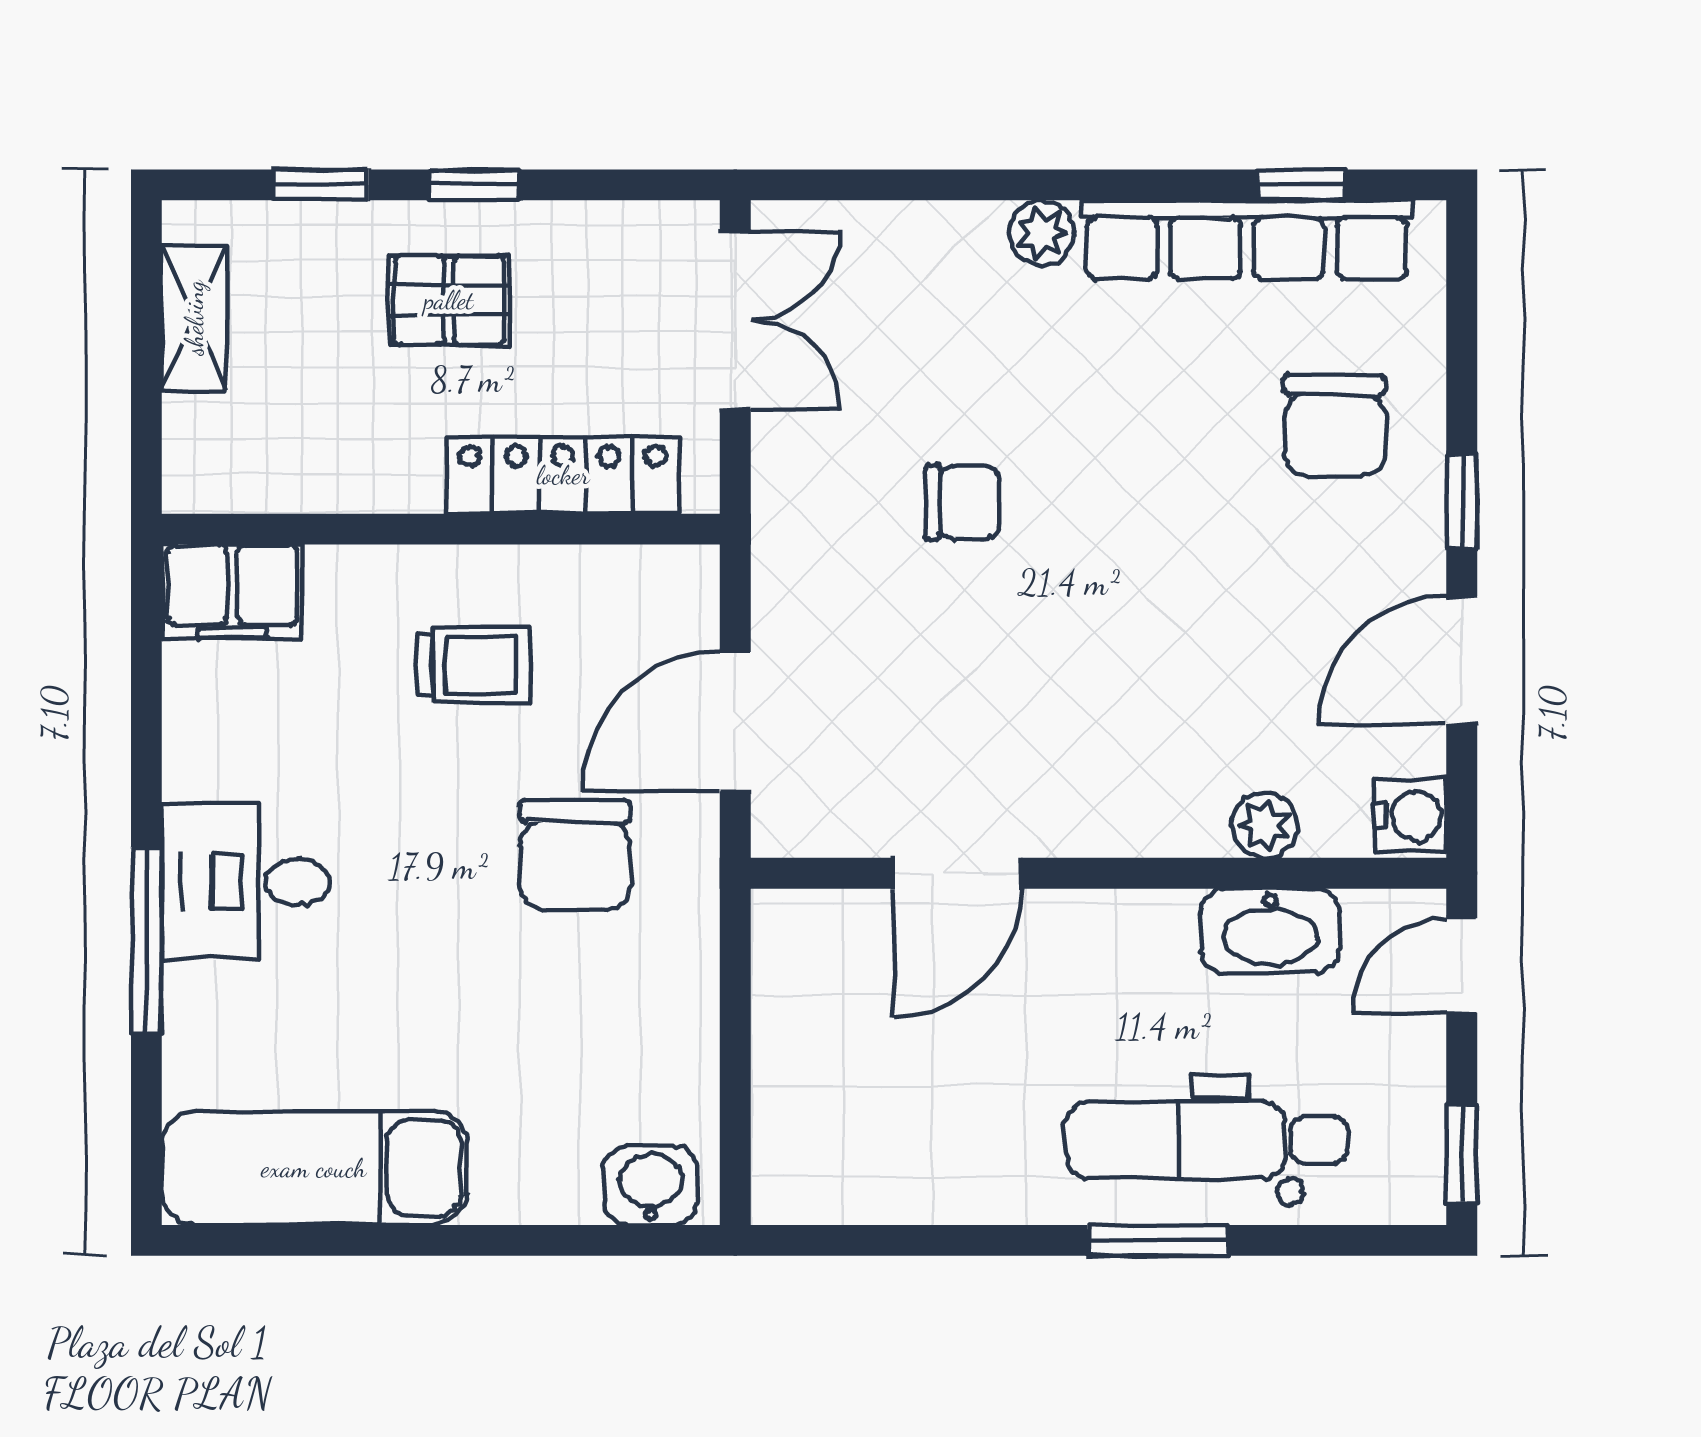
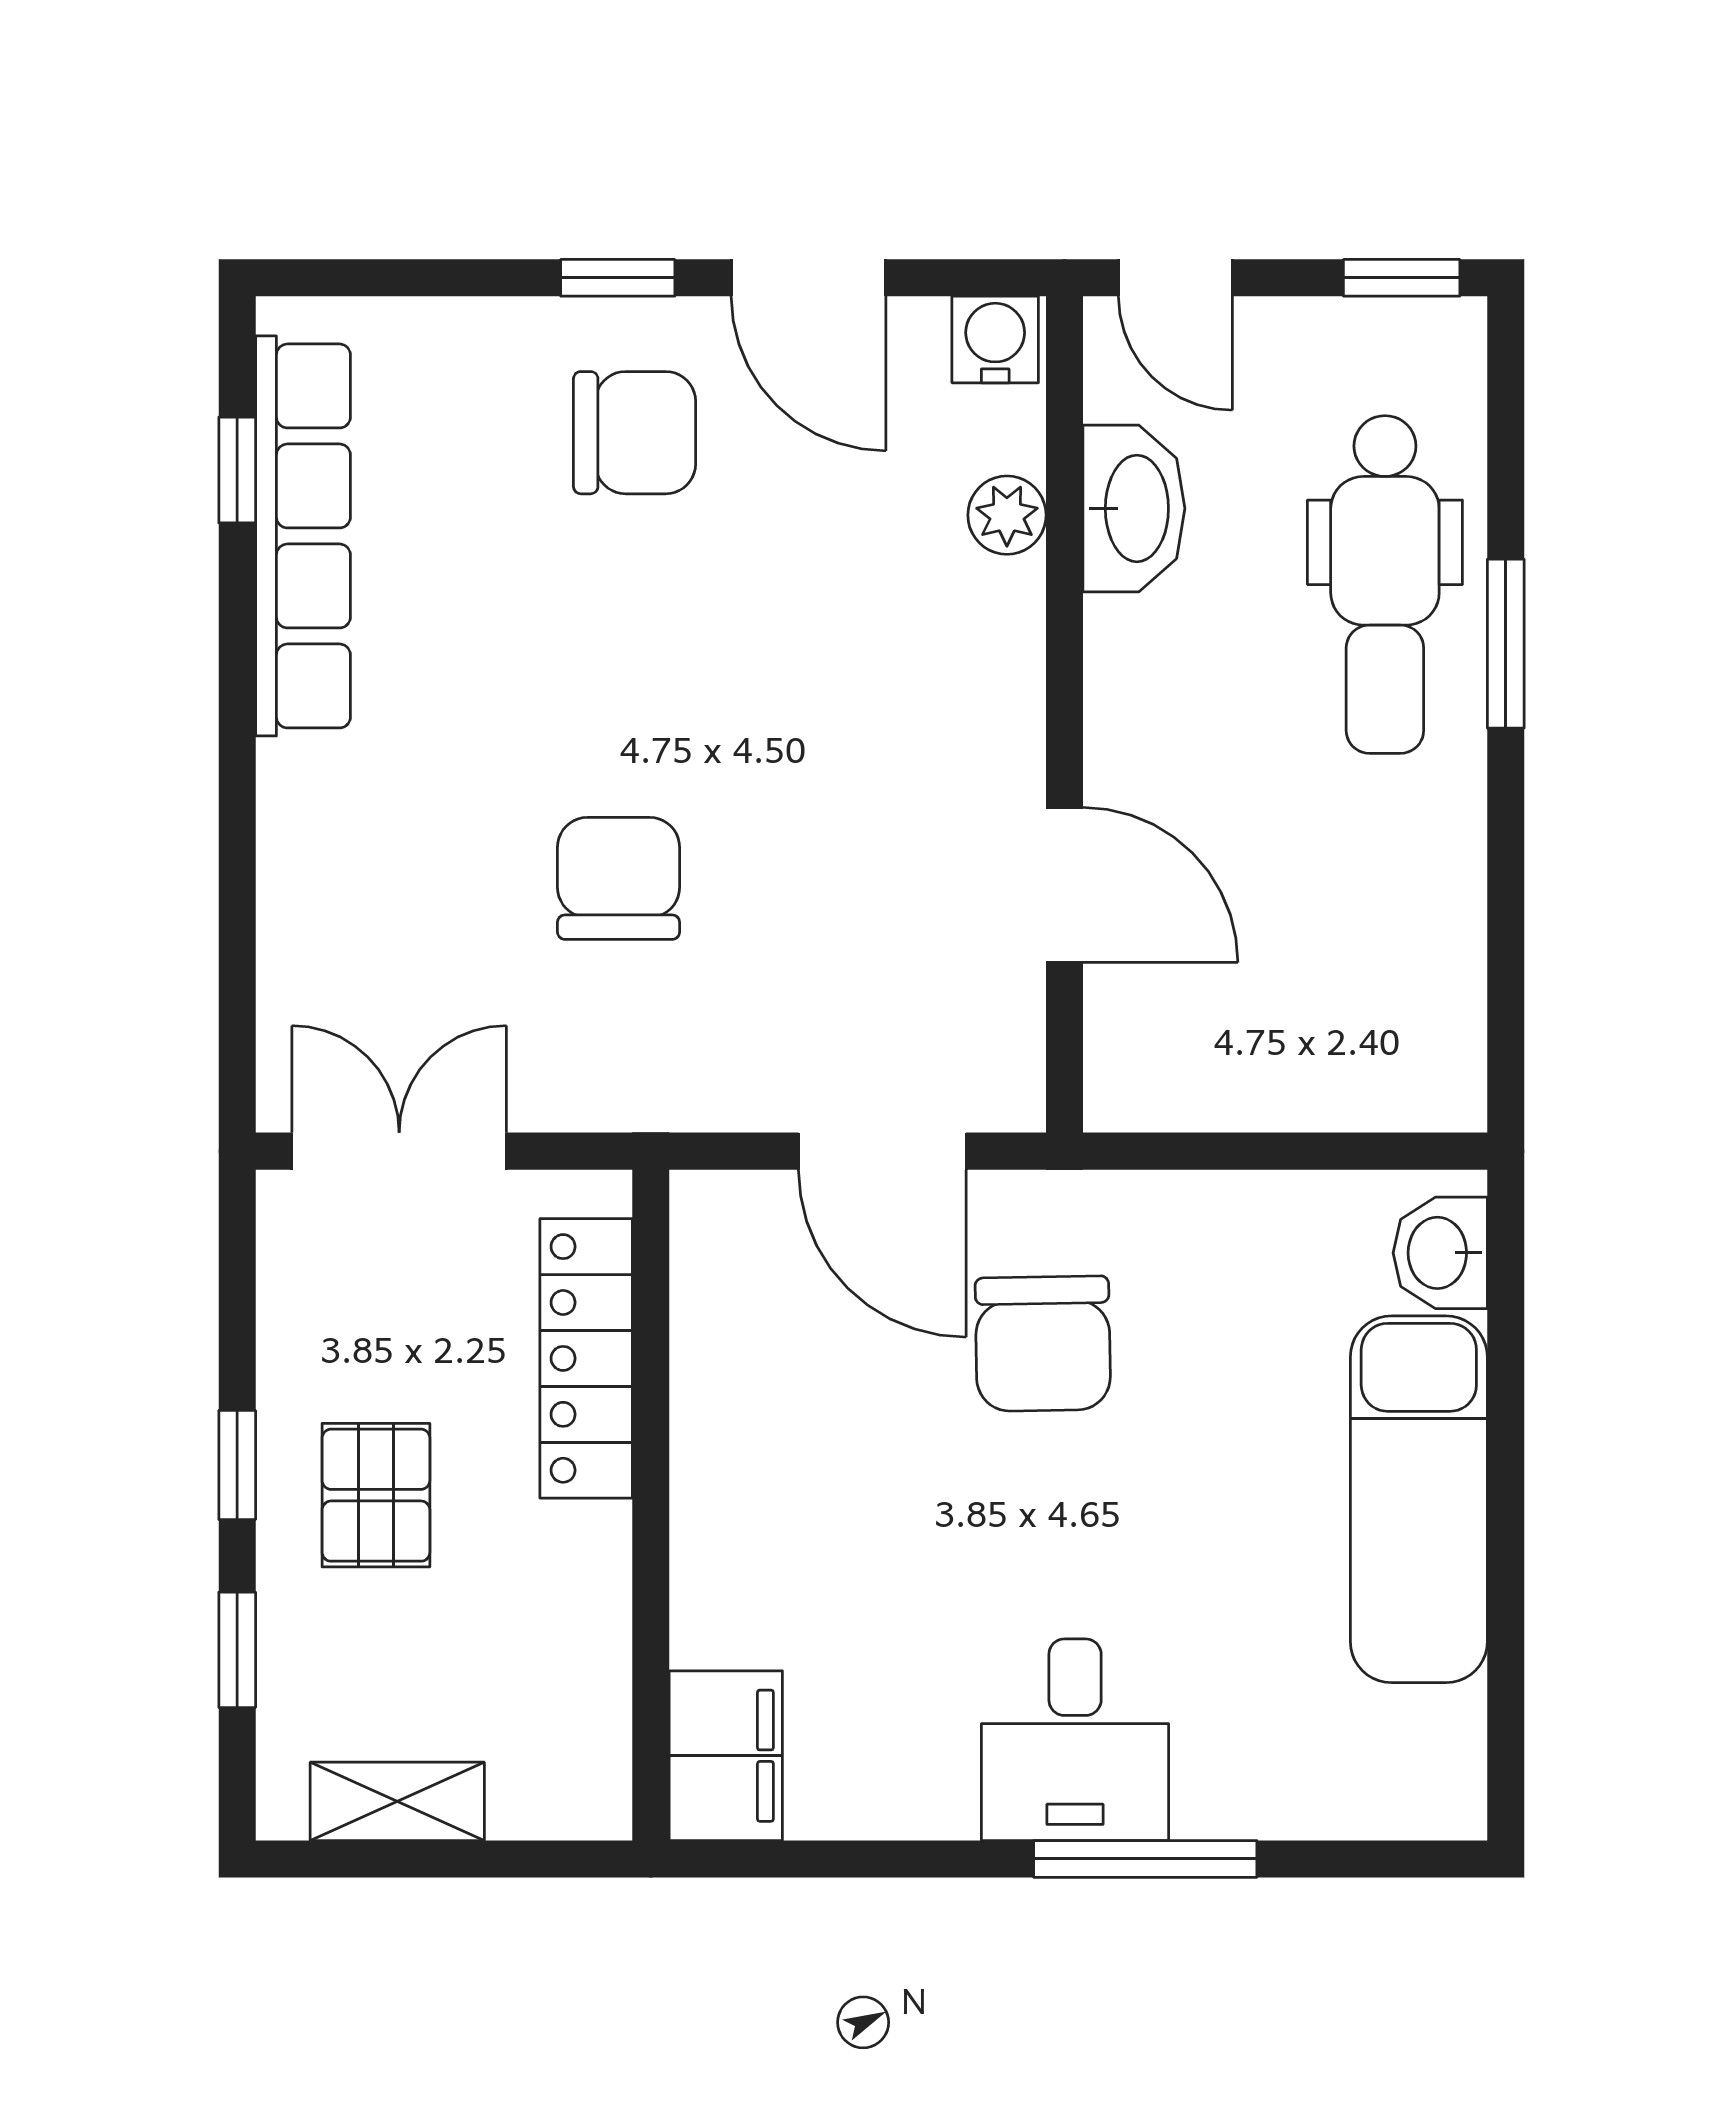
plant: (1042, 233) -> (295, 782), removed
chair: (1335, 425) -> (635, 433), moved
chair: (962, 502) -> (619, 878), width x1.37, depth x1.37
trolley: (474, 665) -> (815, 1466), removed
chair: (575, 855) -> (1043, 1344), turned 89
exam couch: (314, 1168) -> (1419, 1499), moved

